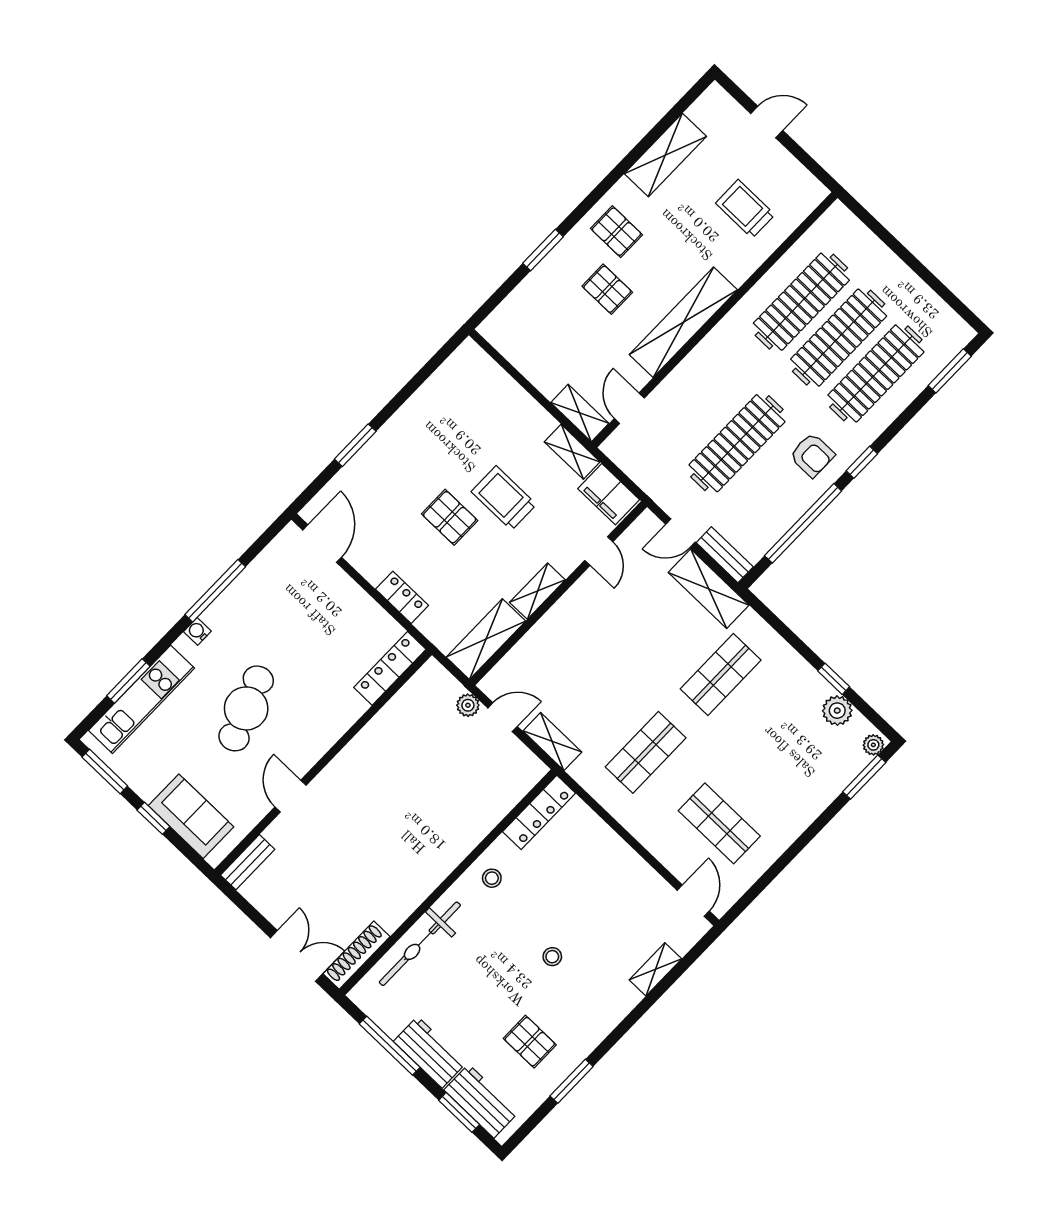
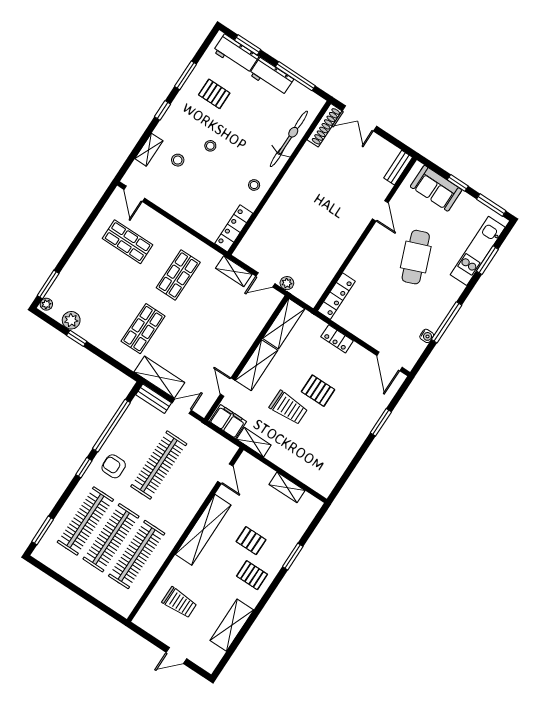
shelving: (580, 413) -> (287, 487), moved
shelving: (537, 591) -> (256, 365), width x1.50, depth x1.33
water cooler: (197, 631) -> (427, 336), moved
stool: (611, 943) -> (178, 160), added
window: (621, 1030) -> (162, 110), added

